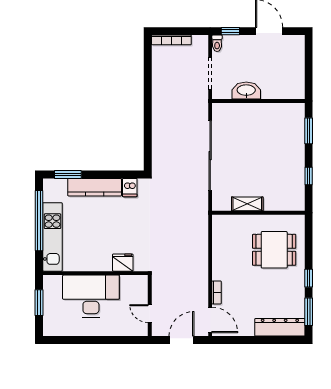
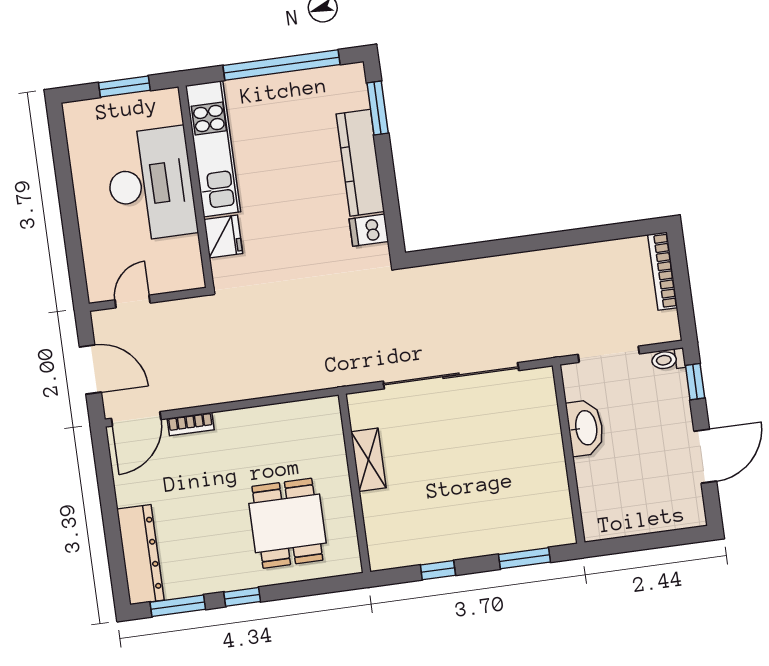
kitchen unit: (52, 237) -> (213, 149), moved, turned -90

